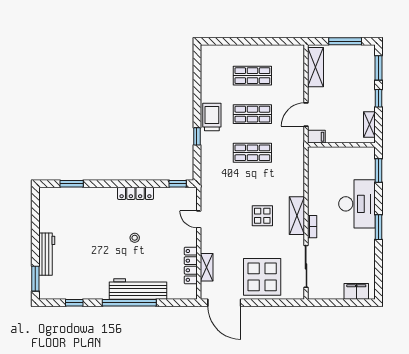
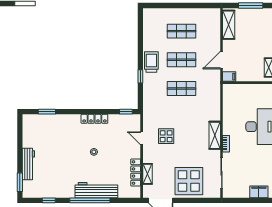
display table: (262, 216) -> (166, 136), moved

